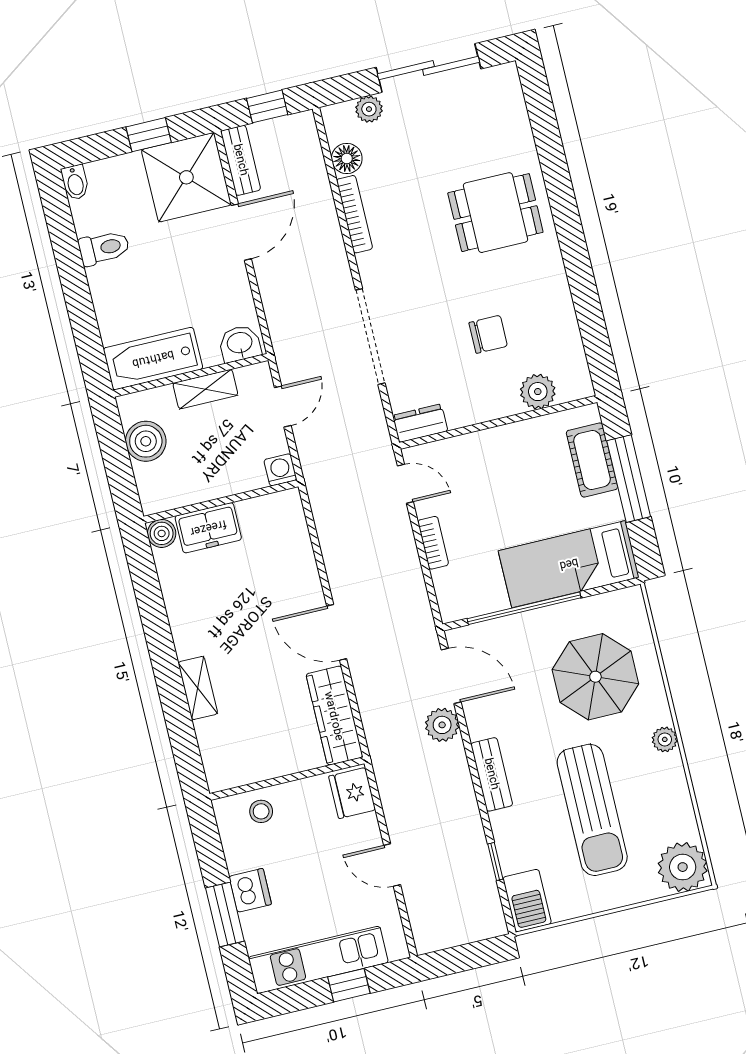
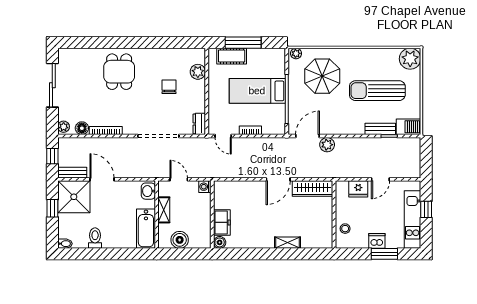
plant: (369, 109) -> (64, 127), moved
door: (405, 484) -> (223, 136), swing flipped
bed: (569, 564) -> (257, 91), moved, turned 90
plant: (665, 739) -> (296, 53), moved
bench: (492, 774) -> (380, 129), moved
fridge: (352, 793) -> (358, 189), moved
sun lounger: (592, 810) -> (377, 91), turned 180

